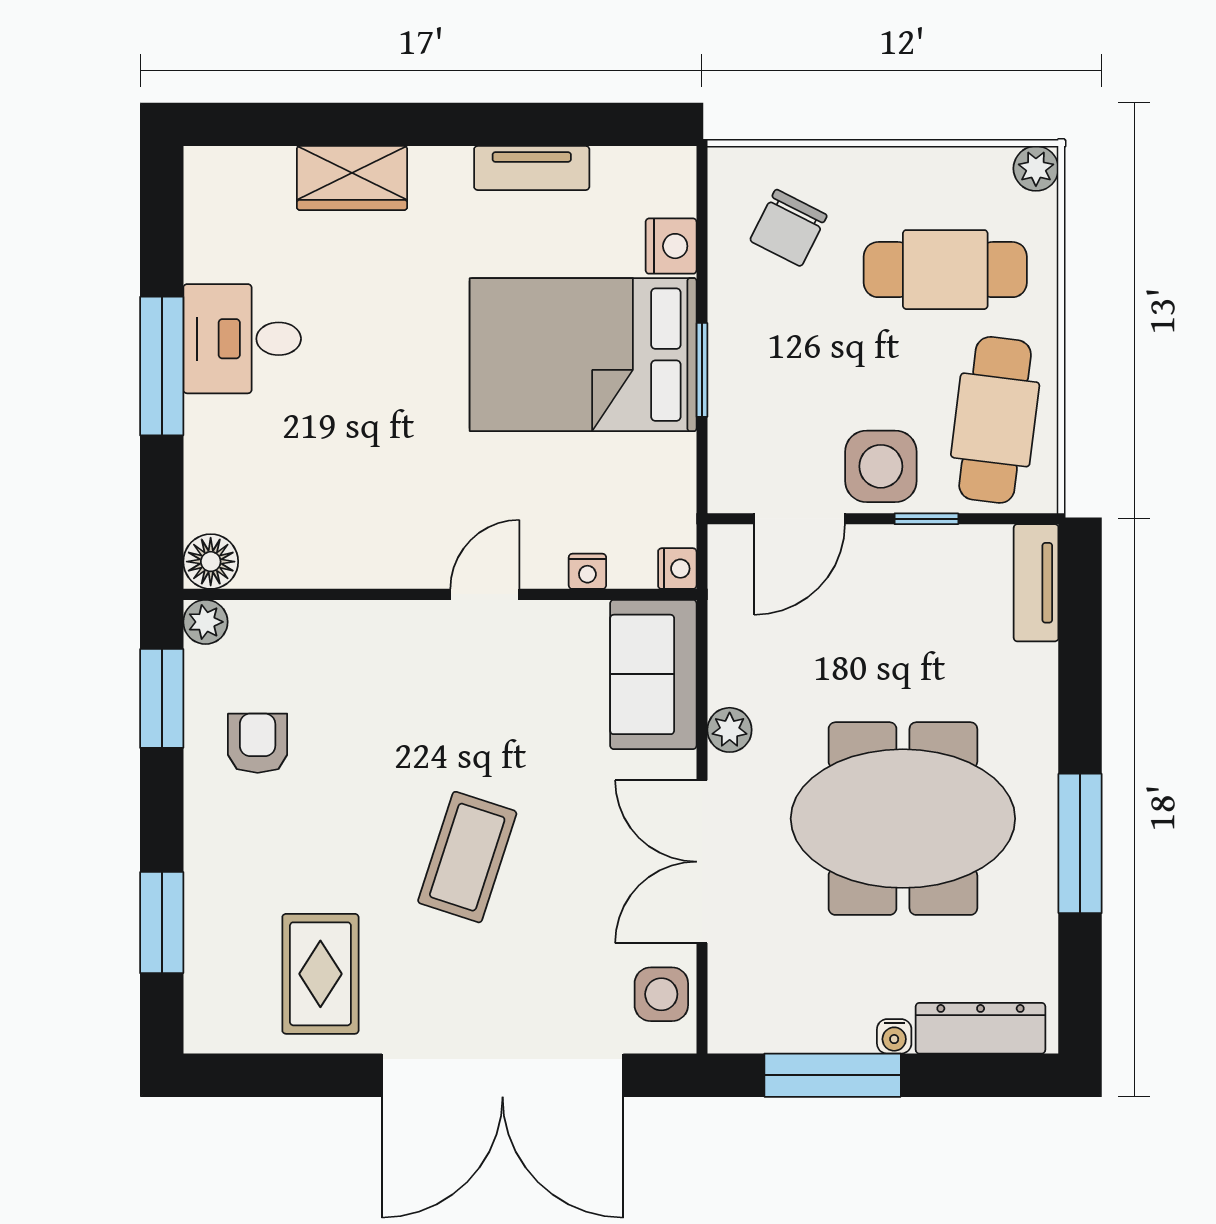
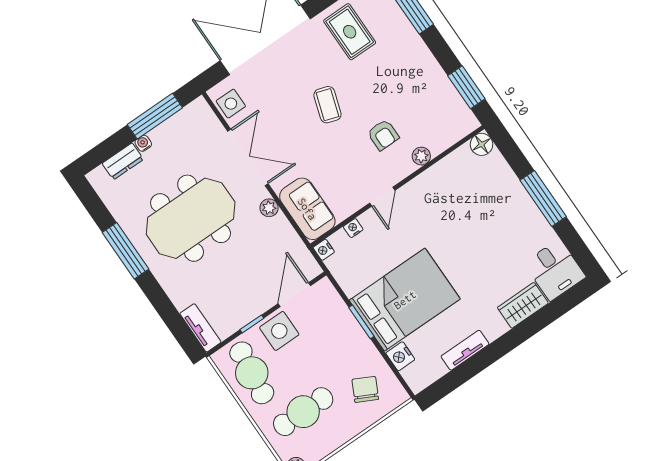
desk: (242, 339) -> (555, 270), moved, turned 90
plant: (205, 622) -> (421, 156), moved
armchair: (258, 743) -> (383, 135), moved
coffee table: (467, 857) -> (327, 105), width x0.73, depth x0.77
dresser: (981, 1028) -> (123, 161), width x0.70

